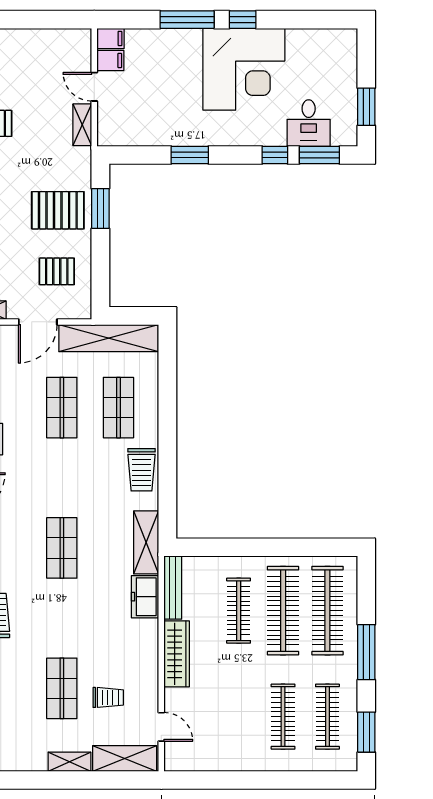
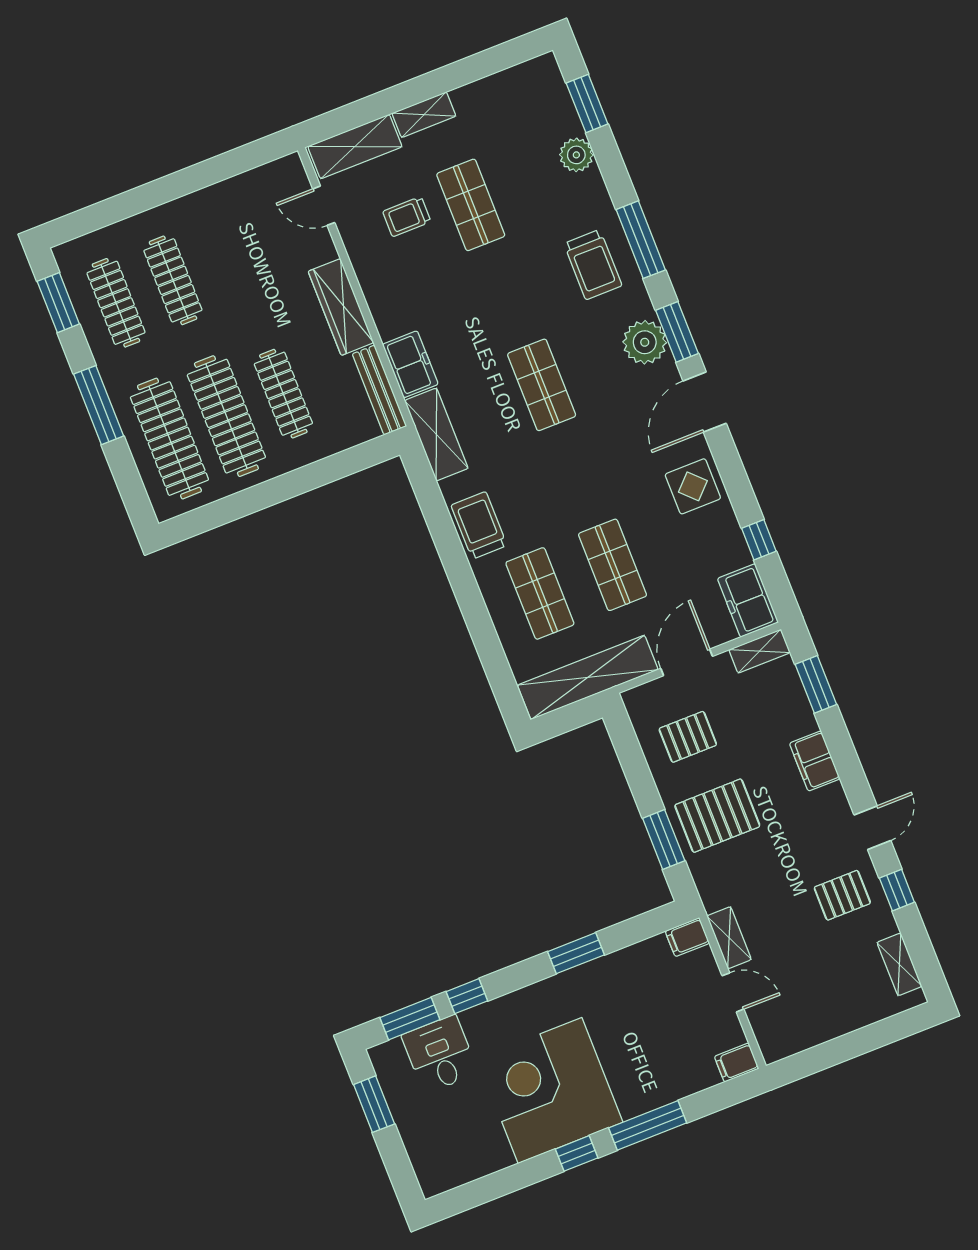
filing cabinet: (110, 61) -> (687, 937), moved

